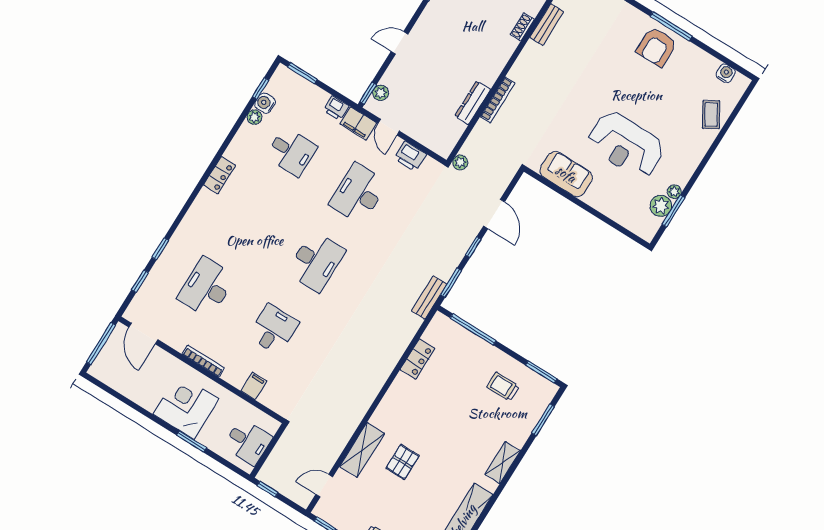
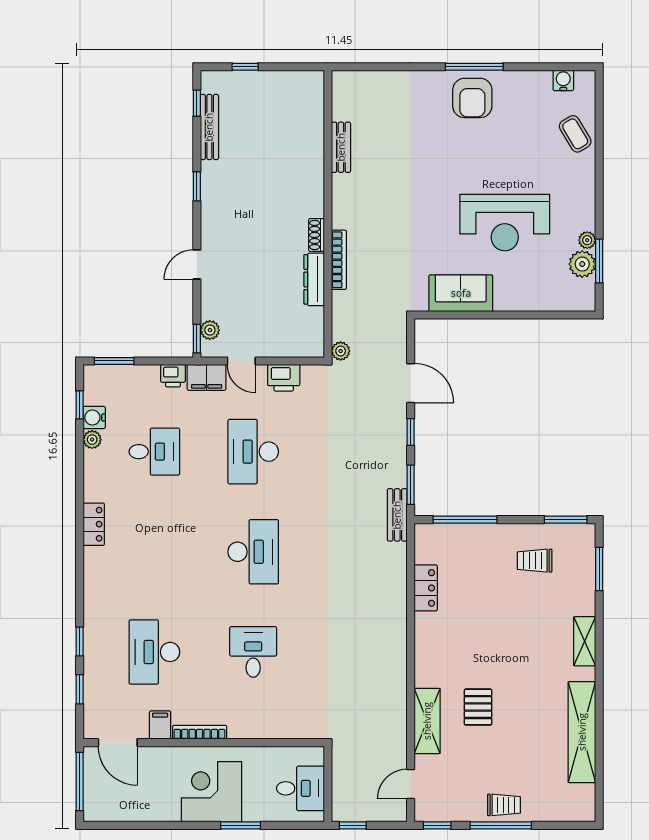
shoe rack: (522, 27) -> (317, 235), moved
filing cabinet: (254, 386) -> (160, 725), moved

